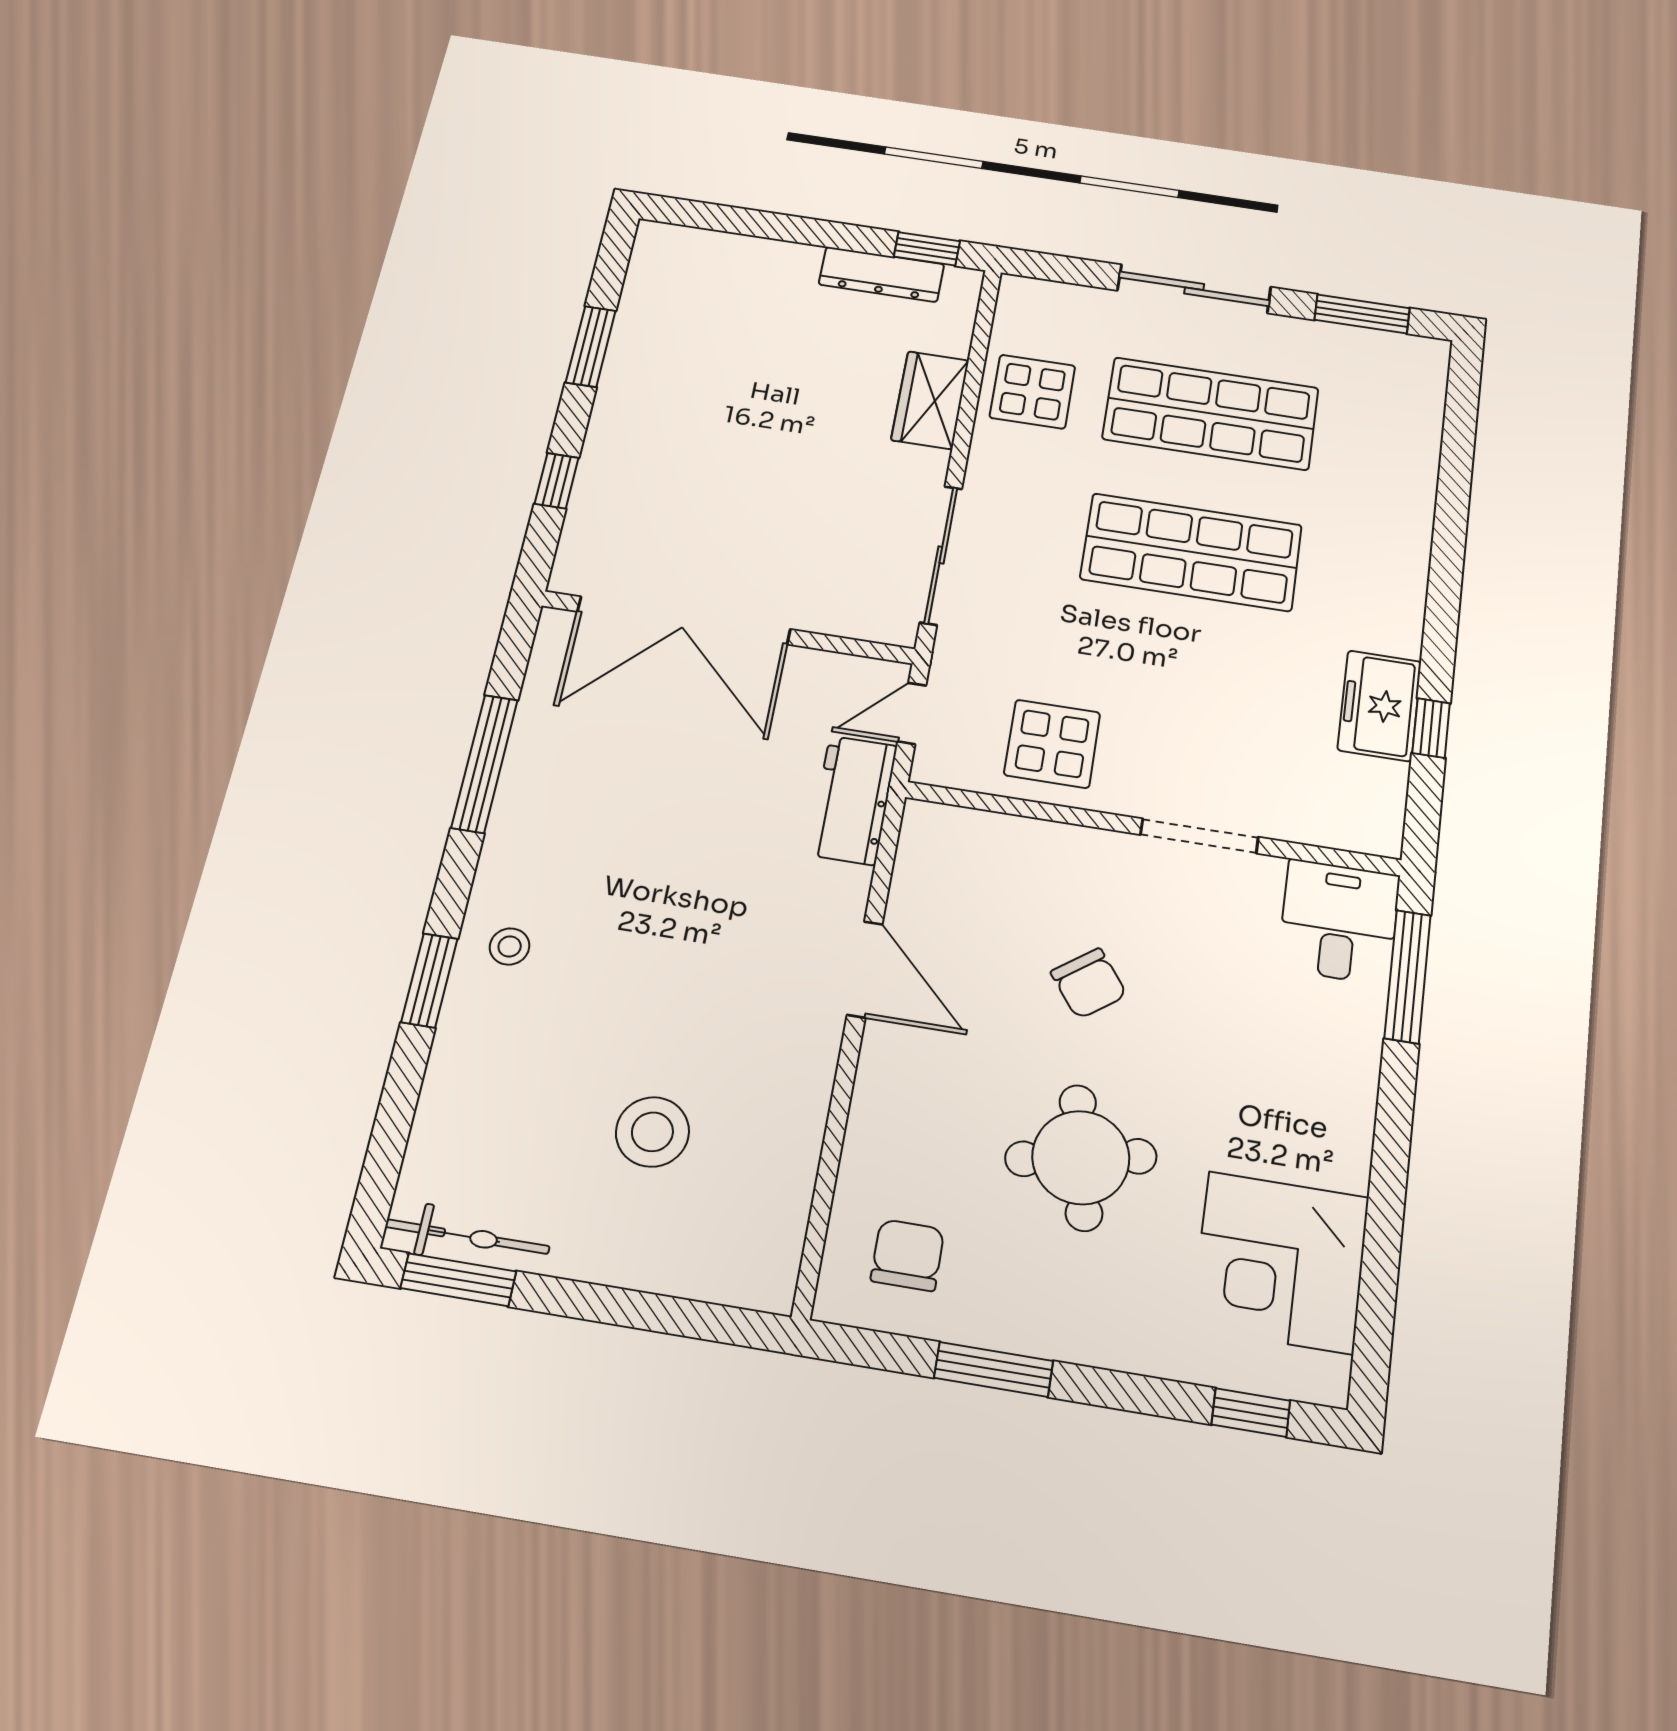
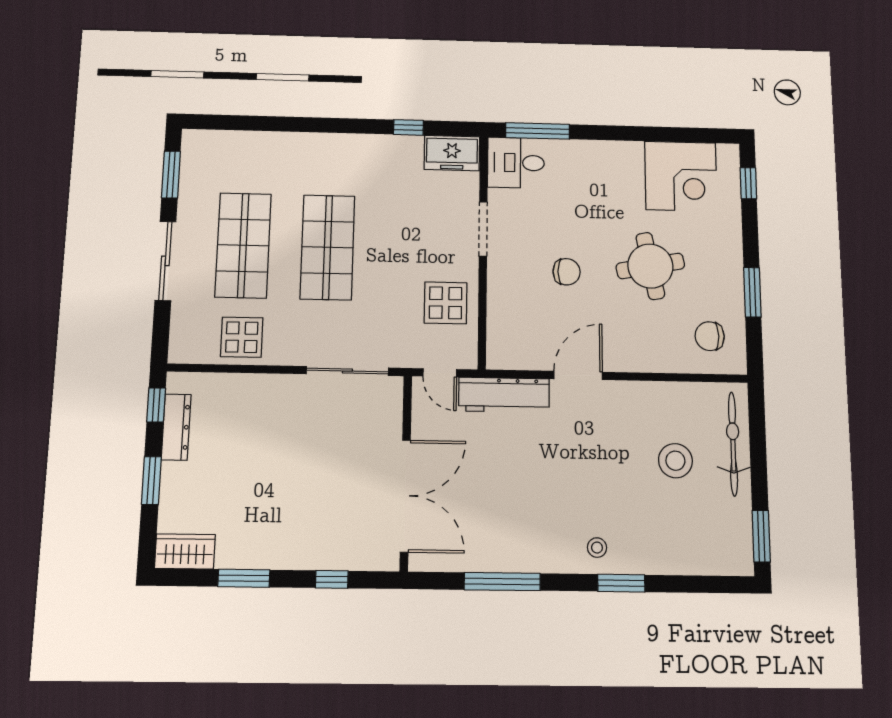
window: (793, 229) -> (151, 481), added
wardrobe: (930, 400) -> (185, 551), moved, turned 180
freezer: (1380, 706) -> (452, 153), moved
workbench: (852, 800) -> (504, 395), width x1.37
chair: (1089, 983) -> (567, 272), turned 37
bicycle: (467, 1237) -> (733, 444), moved, width x1.37, depth x1.40

